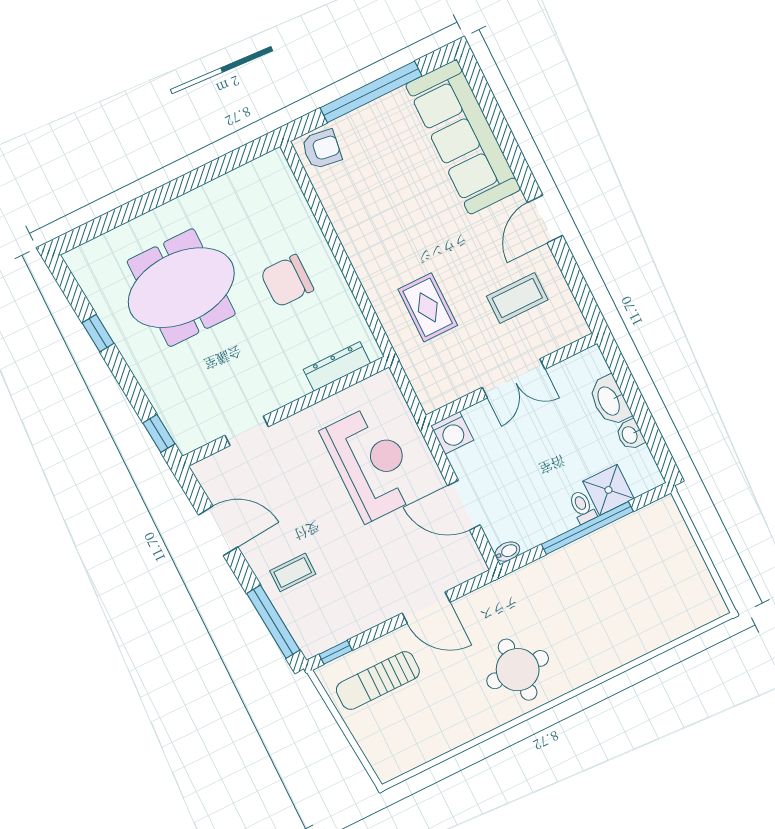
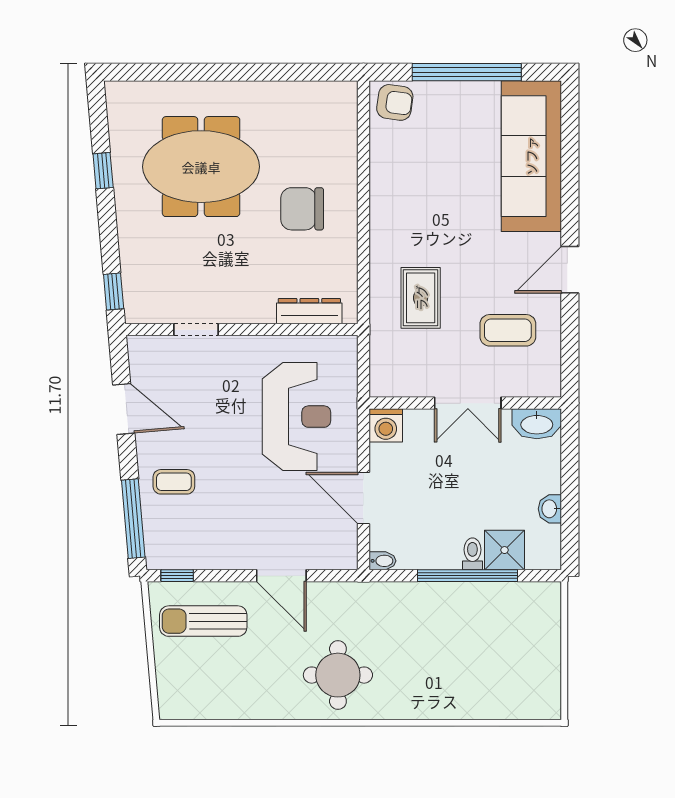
washbasin: (609, 401) -> (537, 424), moved, turned -90

